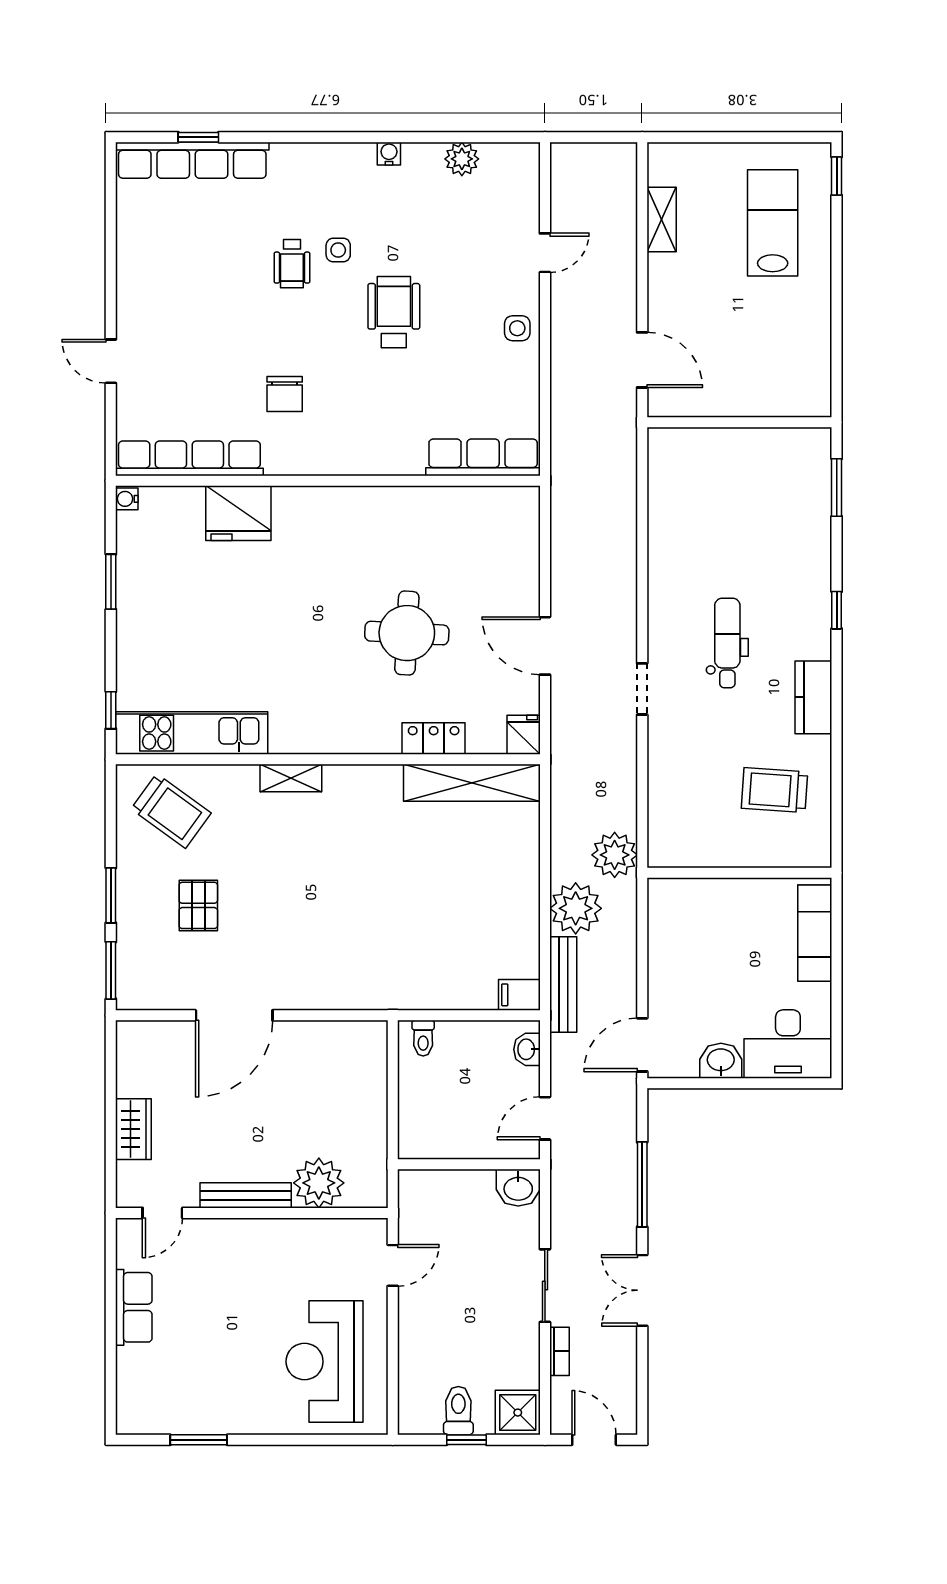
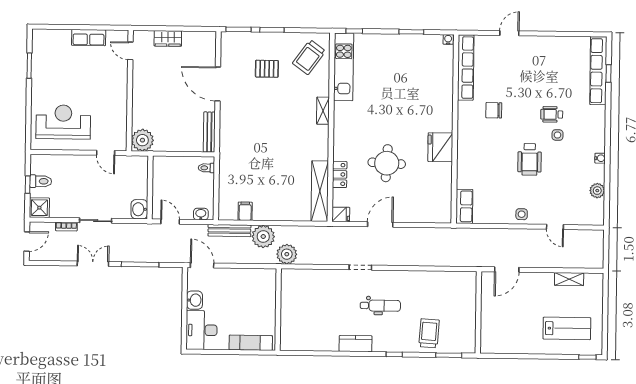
wheelchair: (394, 312) -> (530, 159), turned 90
row of seats: (483, 457) -> (464, 206), width x0.68
fridge: (238, 513) -> (440, 147), moved
trolley: (774, 790) -> (429, 333), moved
filing cabinet: (519, 995) -> (245, 211), moved
plant: (319, 1183) -> (142, 140), moved
bench: (246, 1195) -> (209, 132), moved

